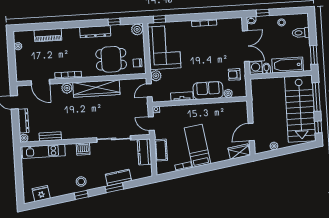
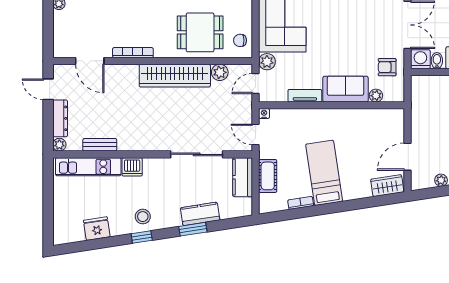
plant: (67, 88) -> (220, 72), moved
dishwasher: (83, 149) -> (132, 167), moved
fridge: (41, 193) -> (97, 229), moved

